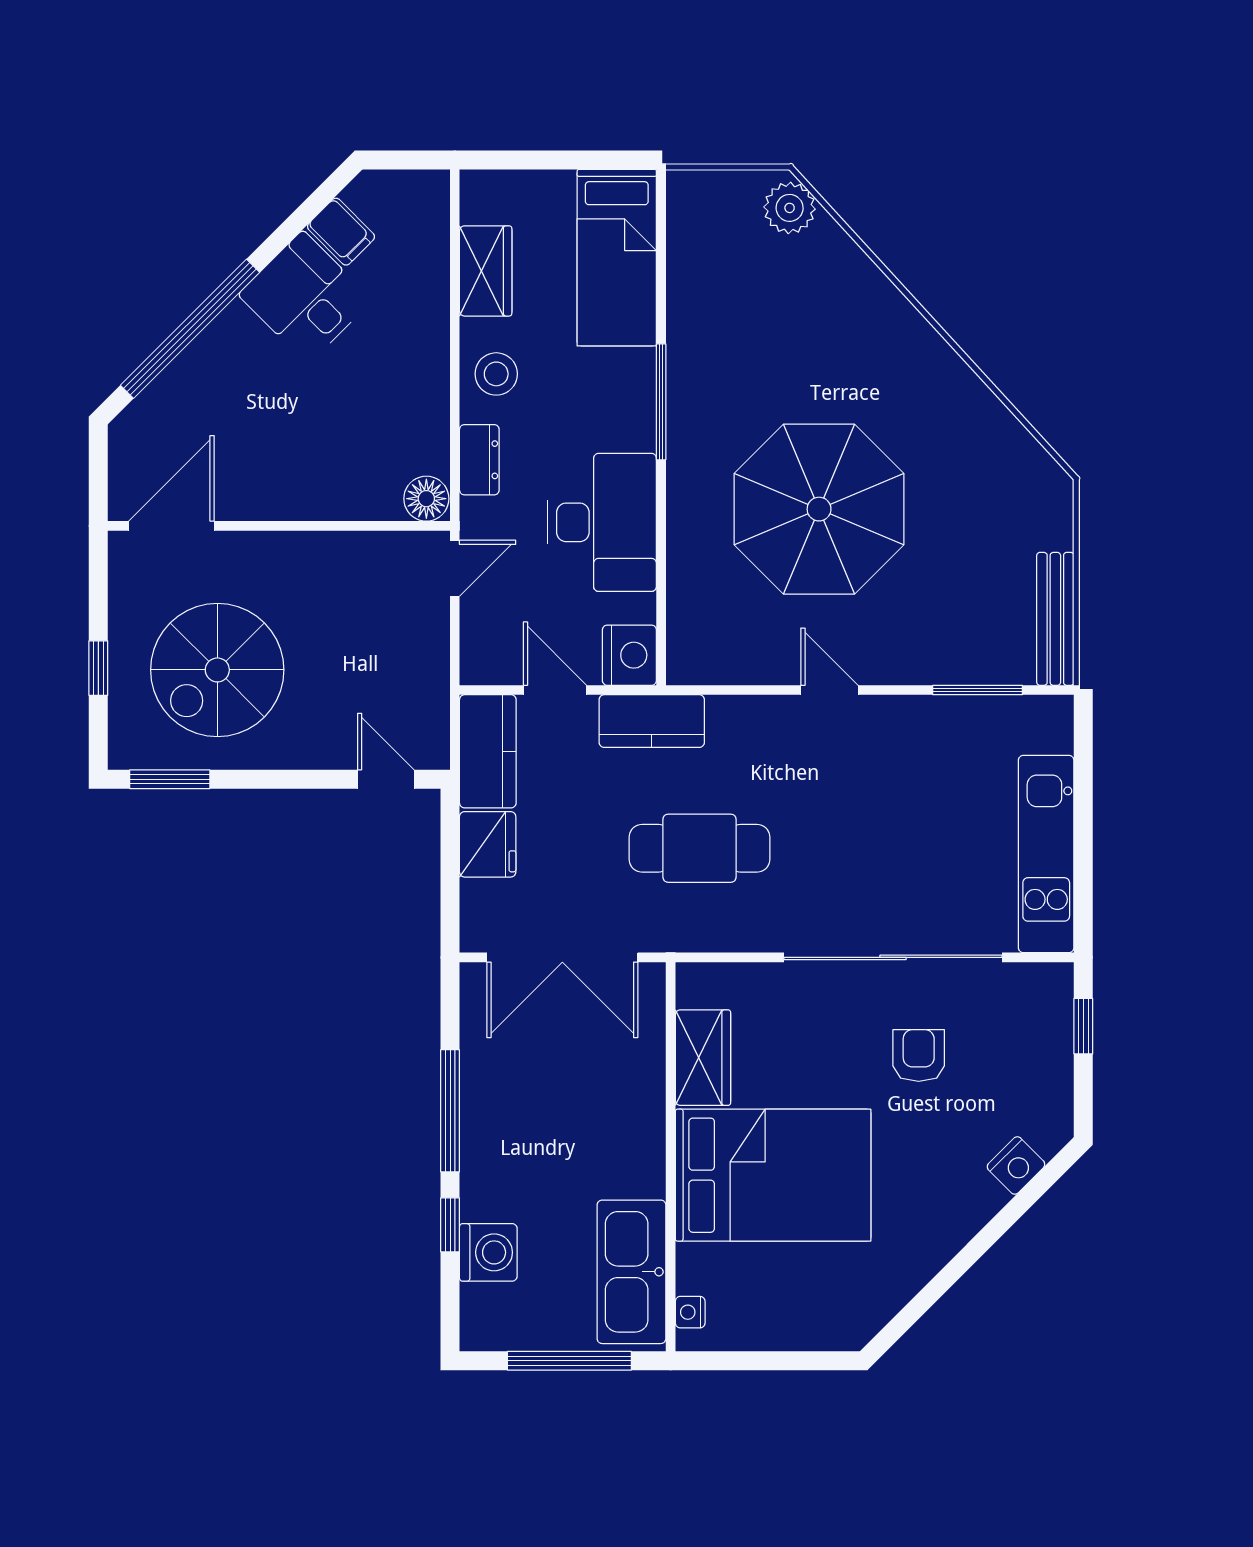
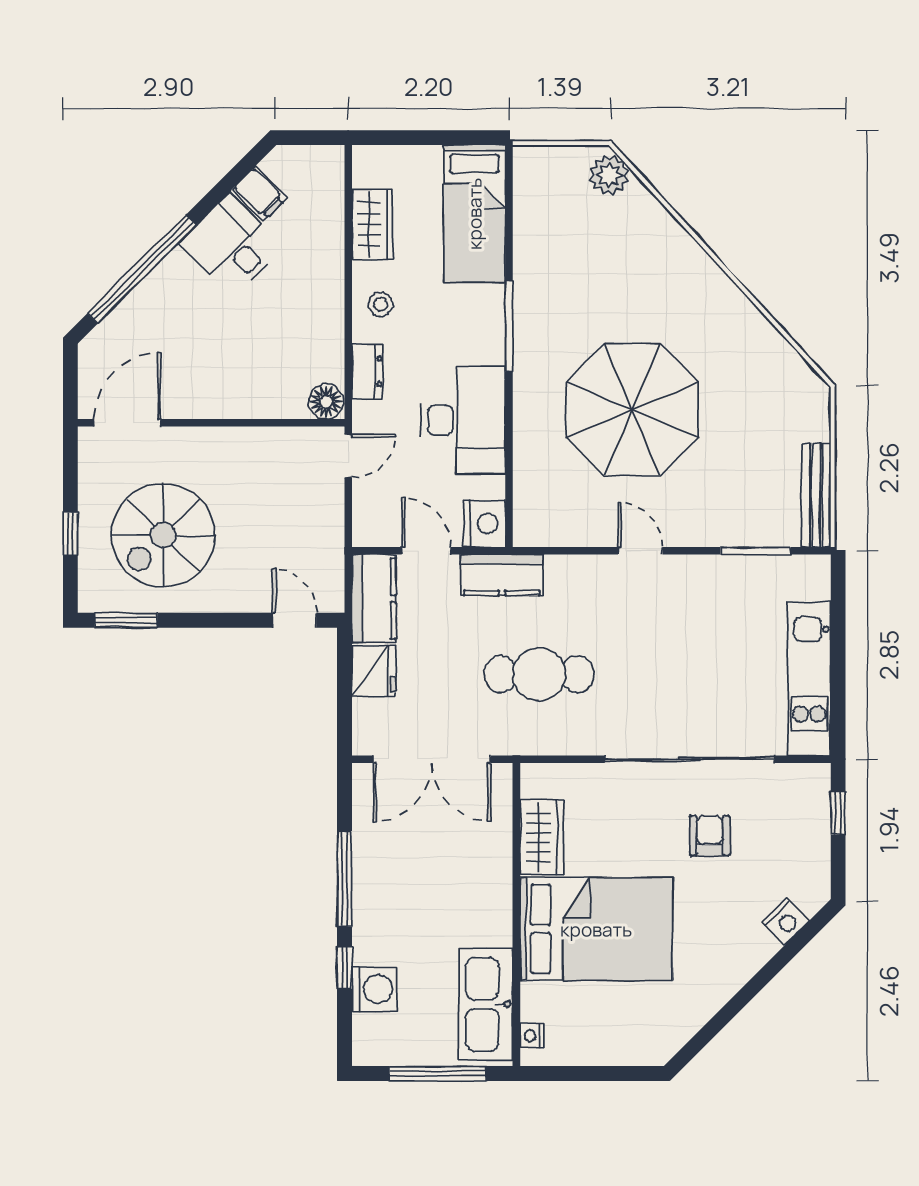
stool: (496, 374) -> (380, 304), width x0.73, depth x0.73

